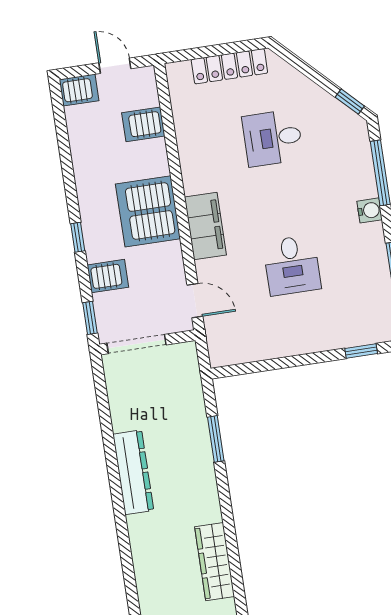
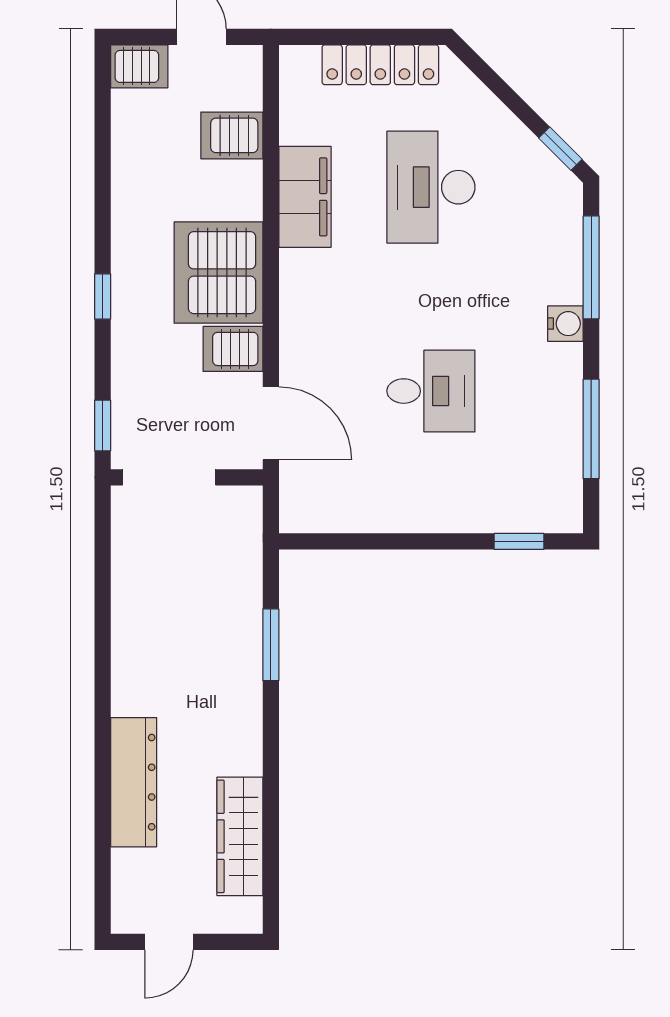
desk: (273, 138) -> (431, 187), width x1.37
filing cabinet: (205, 226) -> (305, 197), moved
desk: (292, 265) -> (431, 391), turned -90
server rack: (108, 276) -> (233, 349), moved, turned 180
door: (195, 301) -> (271, 423), width x1.38
dresser: (133, 472) -> (134, 782), moved

